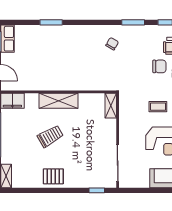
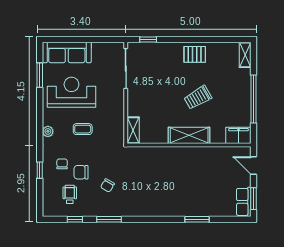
chair: (112, 44) -> (107, 185), moved

